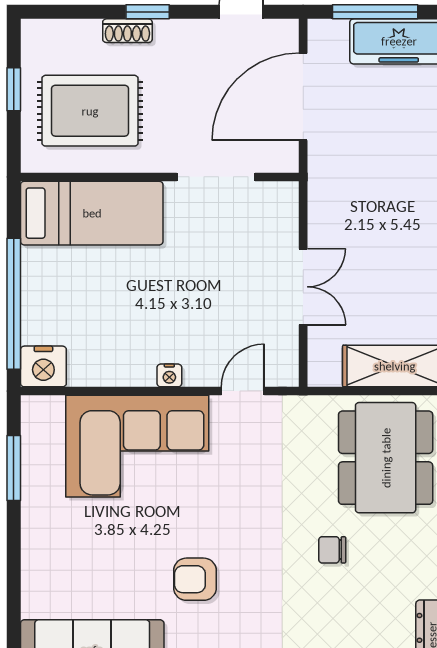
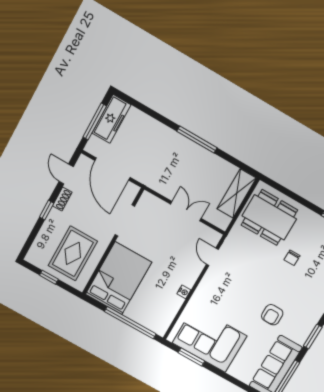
shoe rack: (127, 31) -> (62, 199), moved
bed: (92, 213) -> (118, 278), width x1.50
nightstand: (43, 366) -> (160, 325), removed
nightstand: (169, 375) -> (184, 292), moved
corner sofa: (137, 446) -> (210, 339), moved, turned -90

